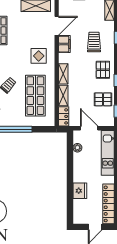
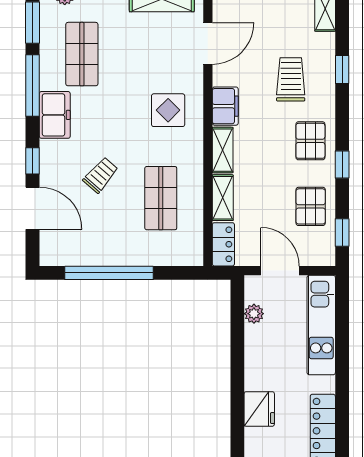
filing cabinet: (64, 44) -> (225, 106), moved
shop shelf: (35, 96) -> (161, 198), width x0.70, depth x0.74
pallet: (103, 99) -> (311, 206), turned 90

